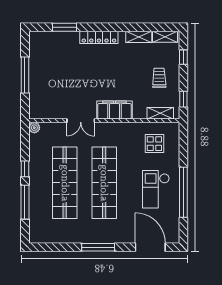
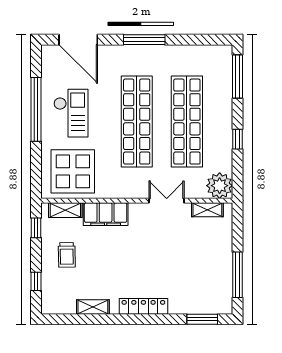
window: (65, 27) -> (202, 319), moved
shelving: (165, 37) -> (207, 210), moved
window: (25, 75) -> (237, 275), moved
filing cabinet: (115, 110) -> (106, 214), moved
plant: (34, 128) -> (220, 186), width x1.88, depth x1.88
display table: (154, 144) -> (73, 171), width x1.86, depth x1.86
window: (25, 202) -> (237, 77), moved

